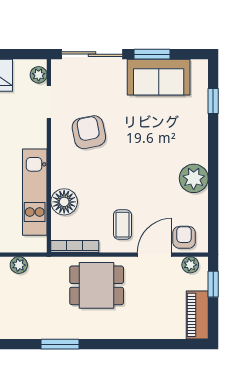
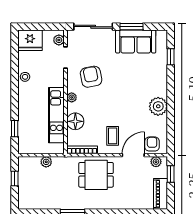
plant: (58, 165) -> (72, 97), added

